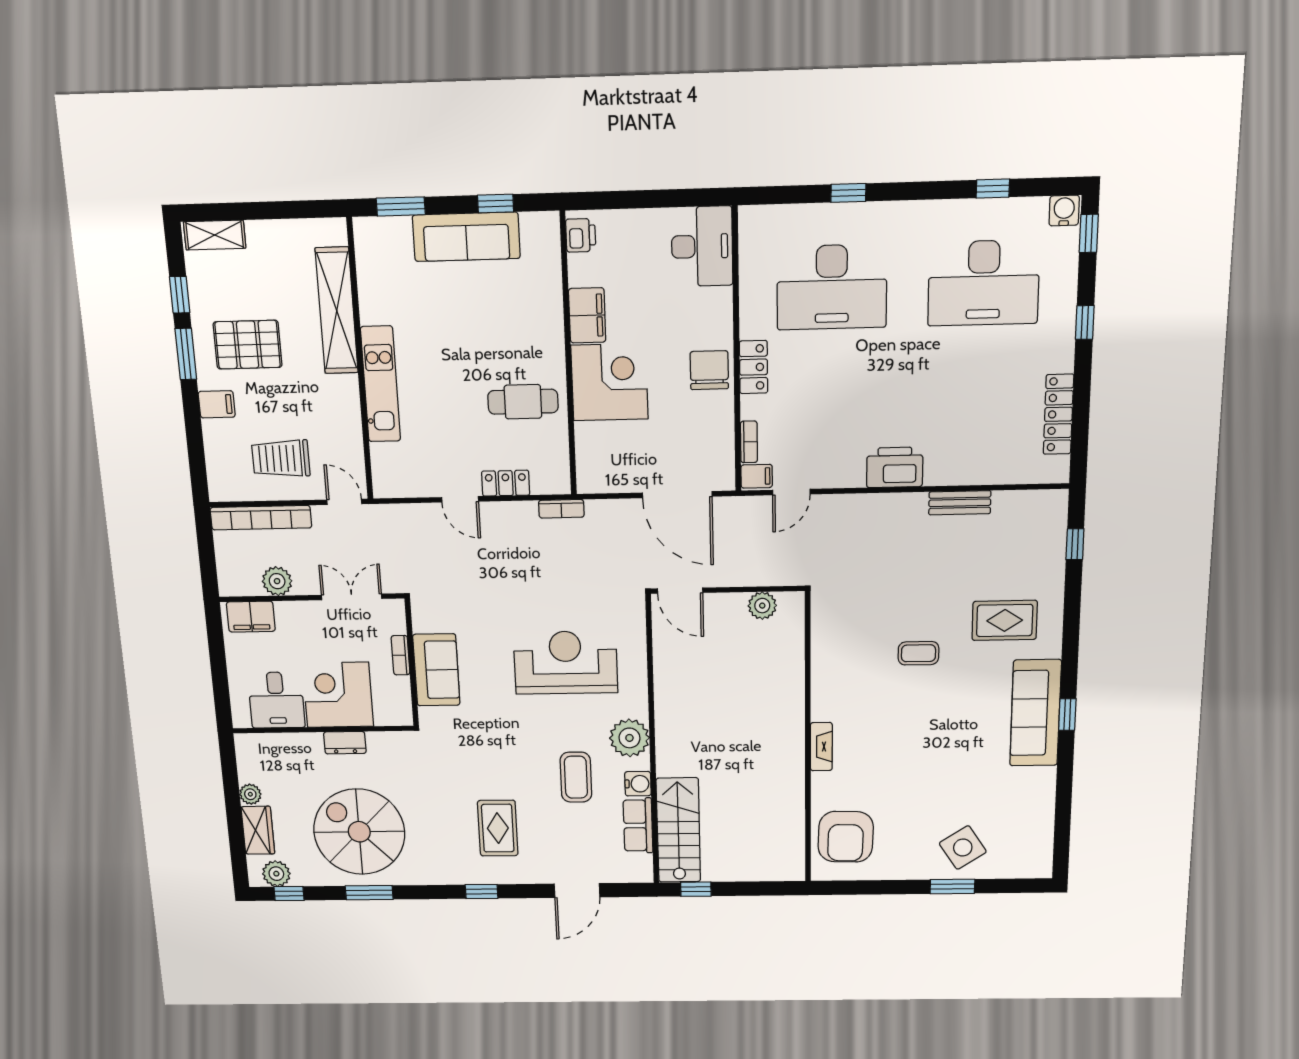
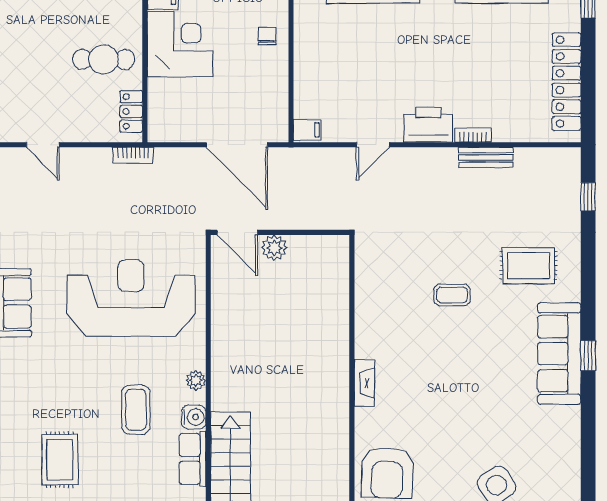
locker: (754, 367) -> (305, 34), removed
chair: (709, 370) -> (267, 36), width x0.54, depth x0.54
locker: (1058, 414) -> (567, 82), width x1.41, depth x1.21
bookcase: (749, 442) -> (473, 135), moved, turned -90
locker: (506, 483) -> (131, 111), moved, turned -90
door: (791, 492) -> (373, 145), moved
plant: (762, 606) -> (274, 248), moved
reception desk: (566, 663) -> (131, 298), width x1.36, depth x1.30
plant: (629, 738) -> (196, 380), width x0.53, depth x0.53

